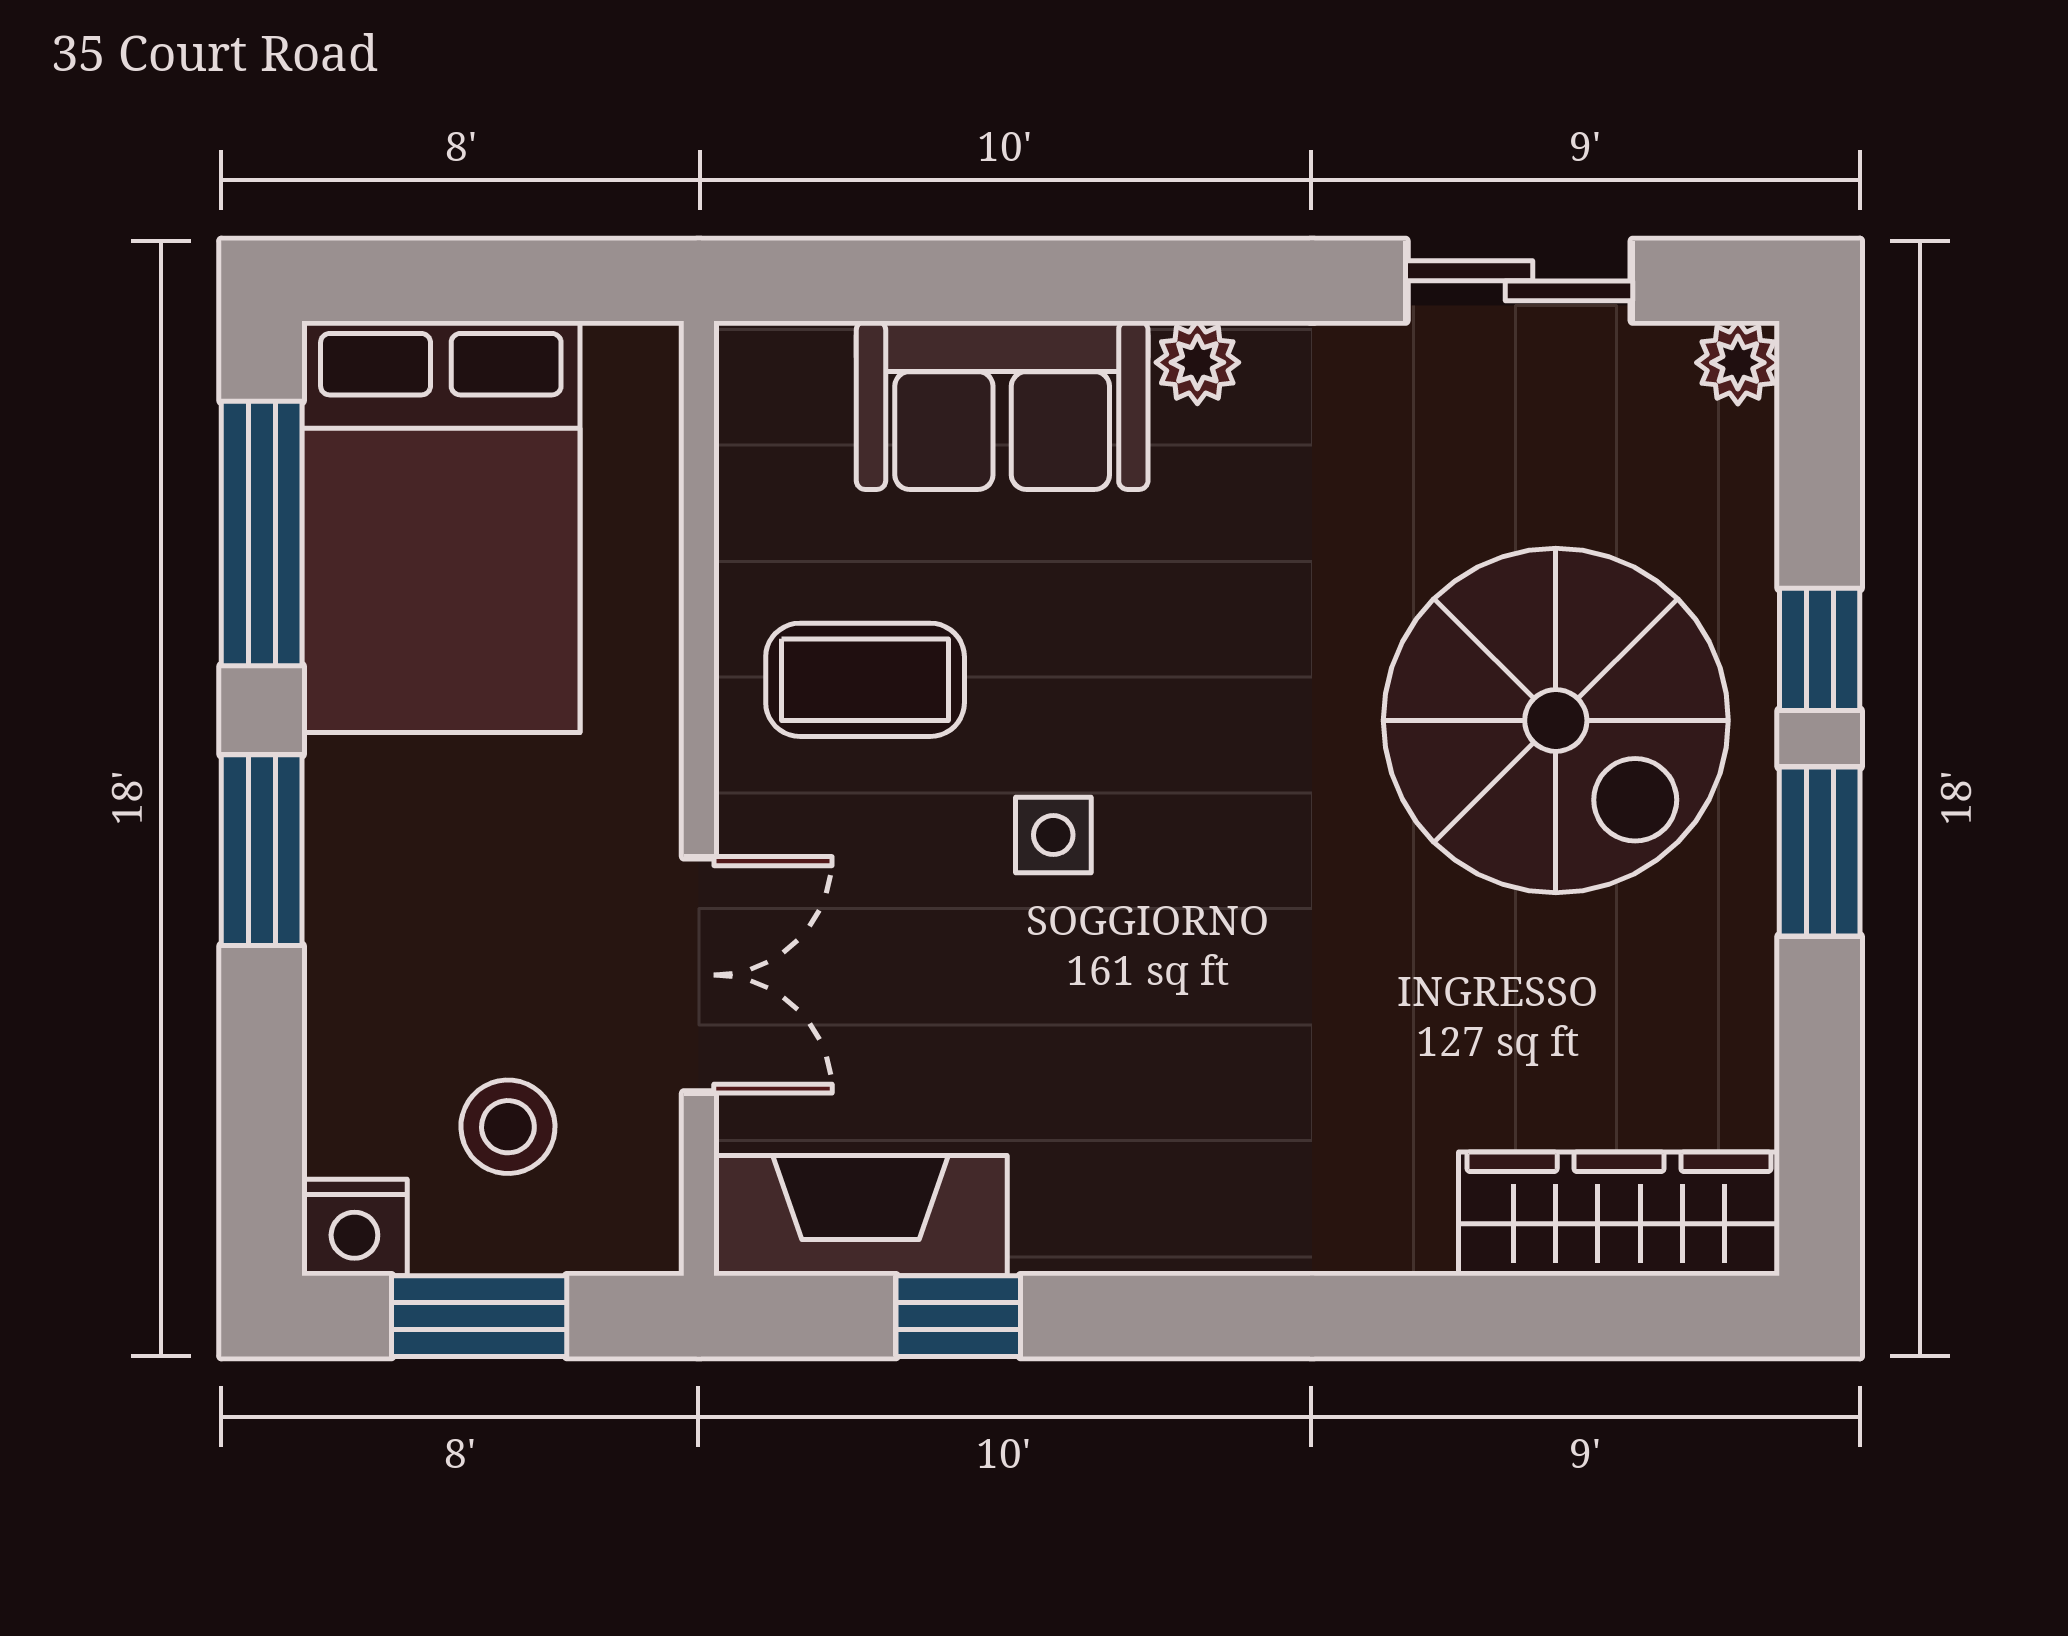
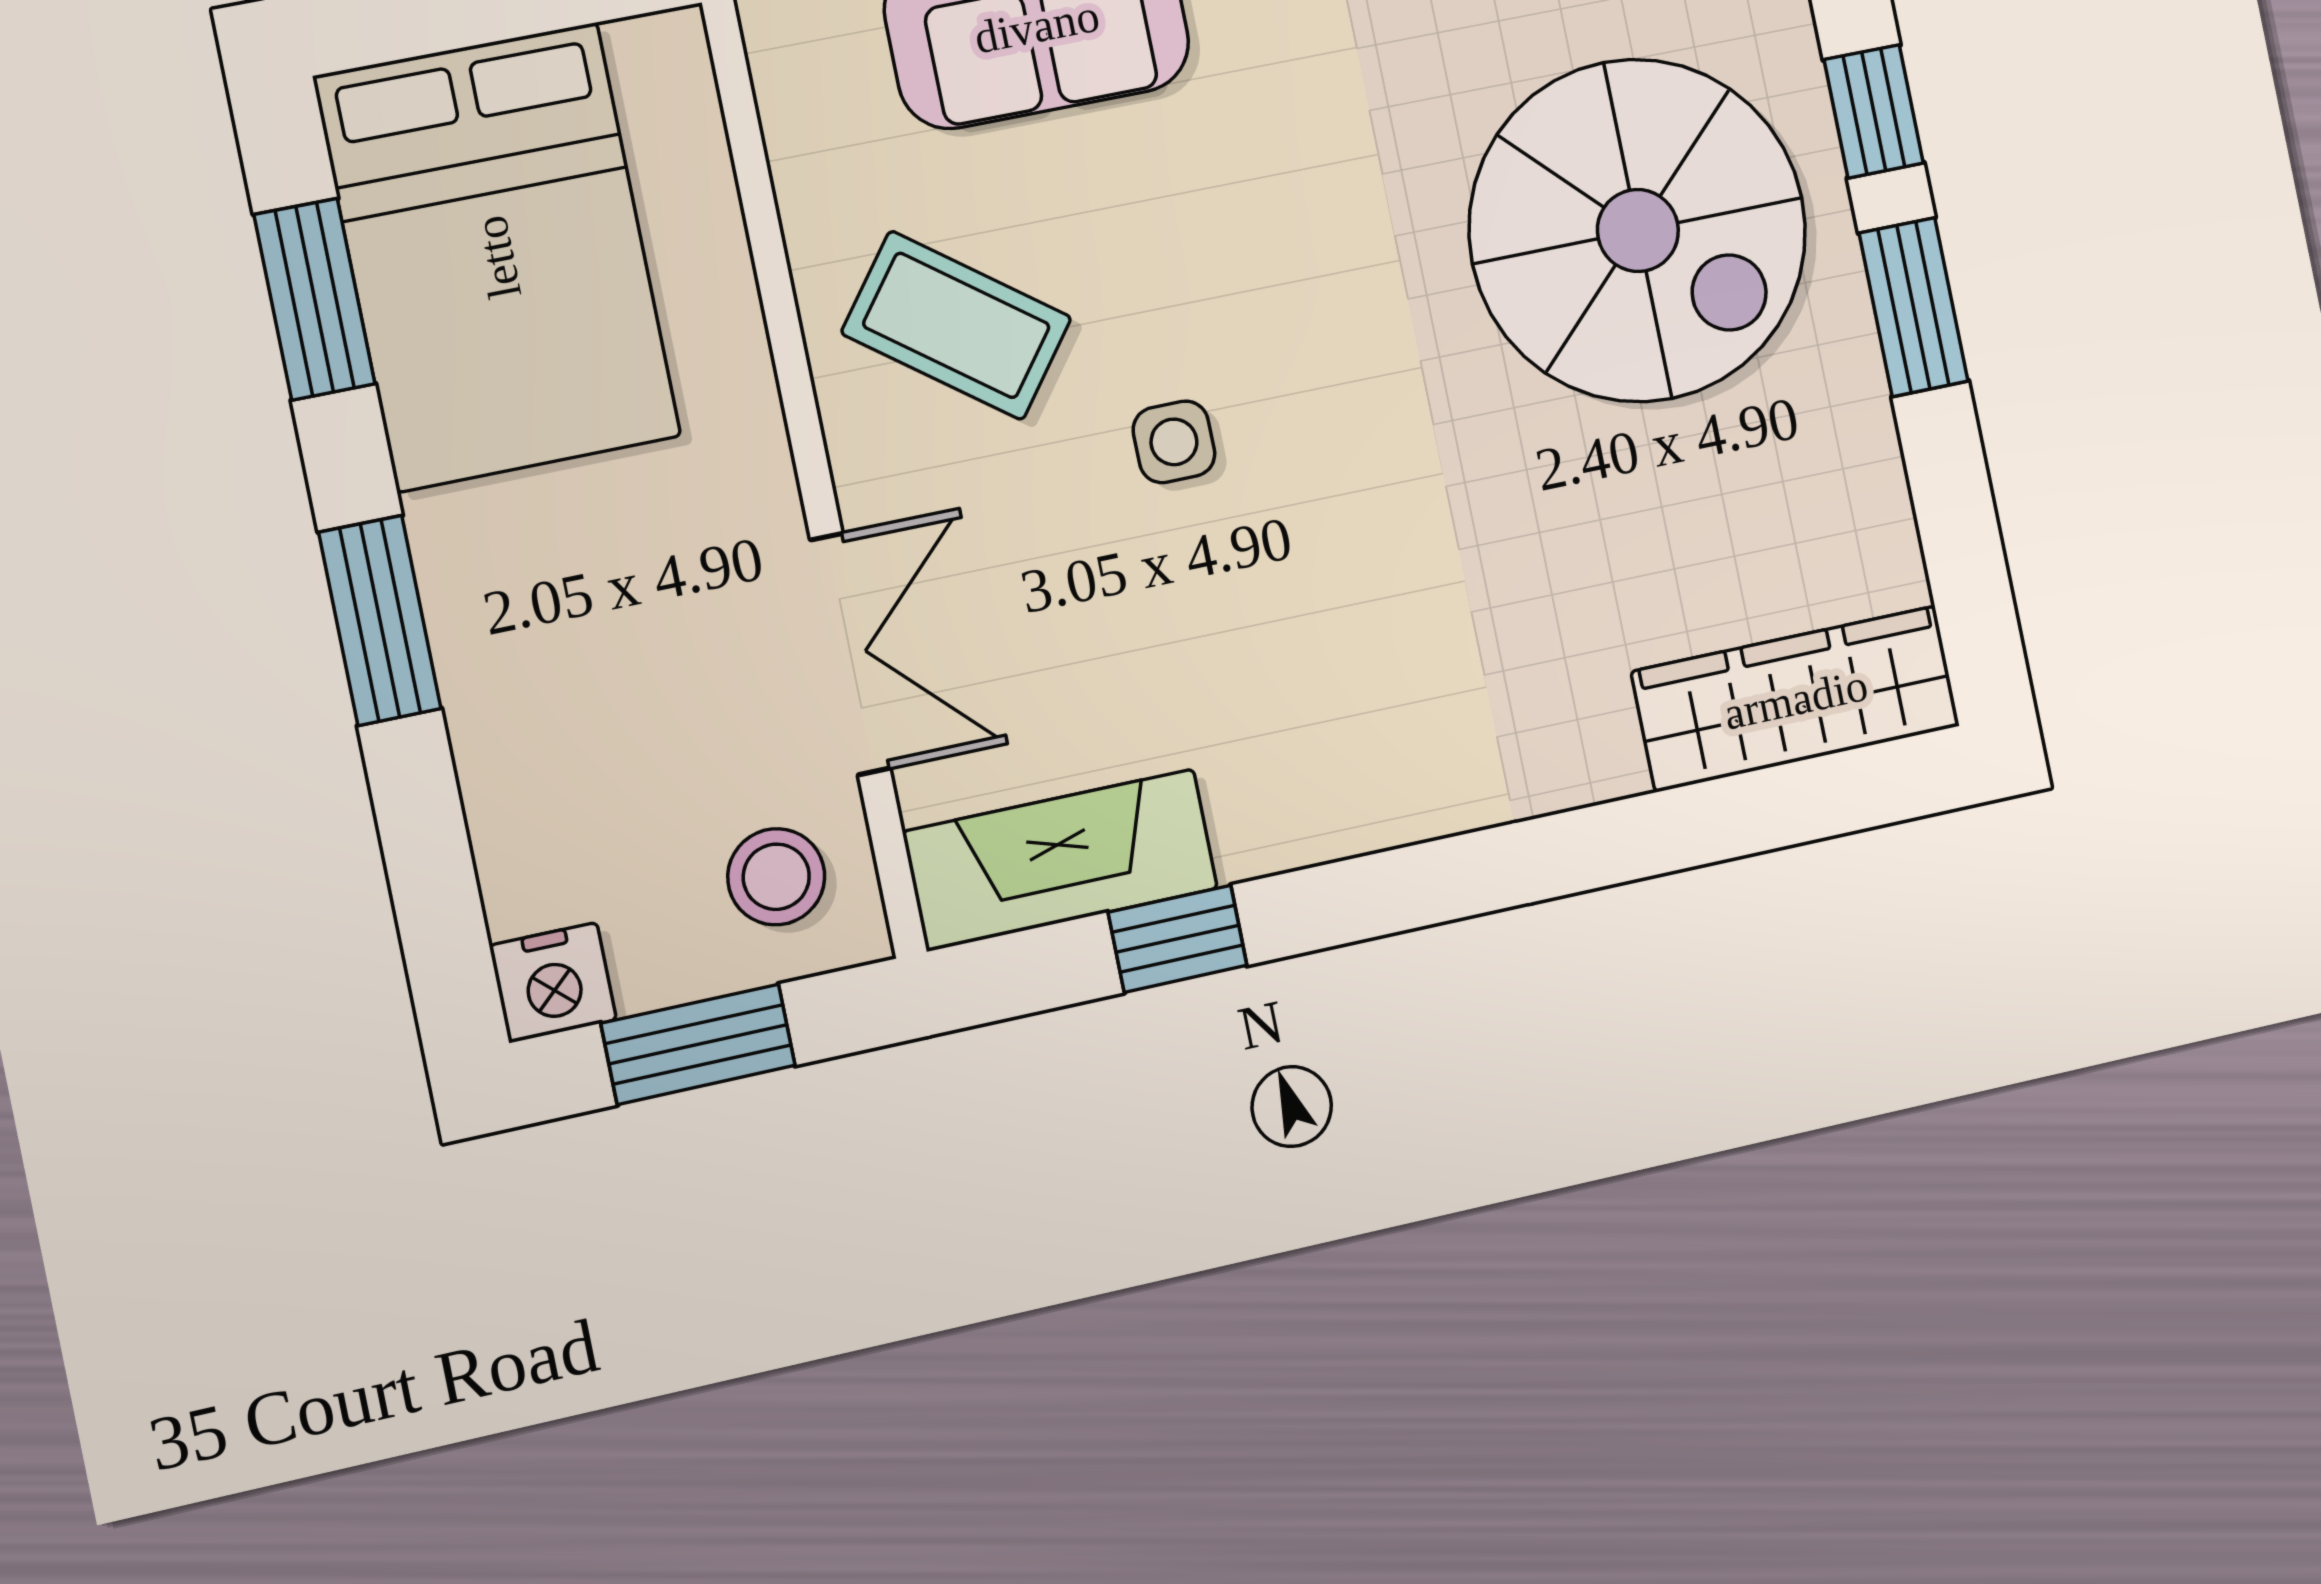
window: (262, 533) -> (315, 299), width x0.69
coffee table: (865, 680) -> (956, 325), turned 37
stool: (508, 1127) -> (776, 877), moved

